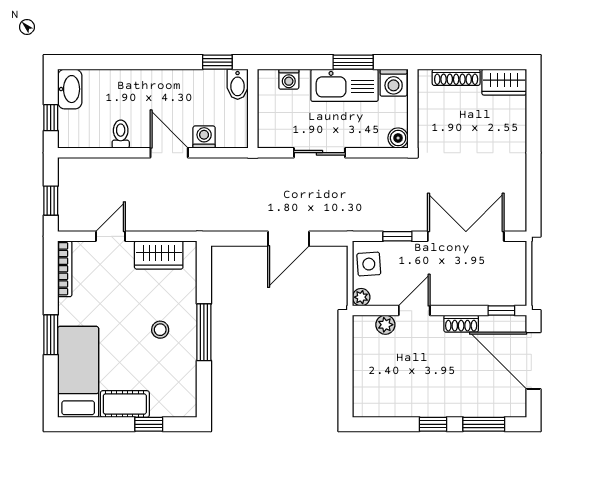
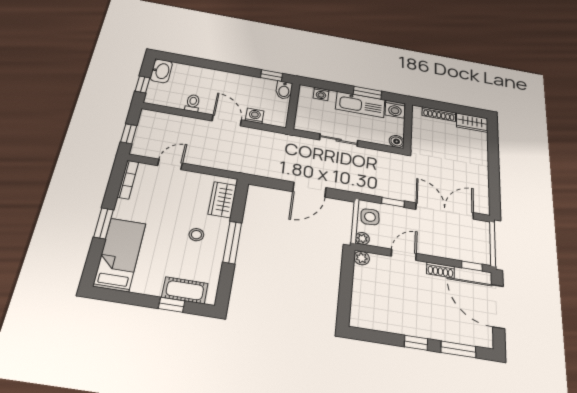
wardrobe: (159, 255) -> (222, 200), moved, turned 90
plant: (385, 325) -> (362, 258), moved
cot: (125, 404) -> (185, 290), moved

